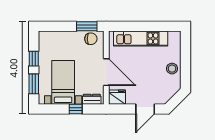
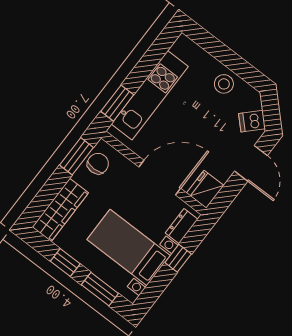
window: (126, 26) -> (117, 103), added
wardrobe: (56, 38) -> (60, 210), added
dishwasher: (165, 95) -> (252, 121), added

